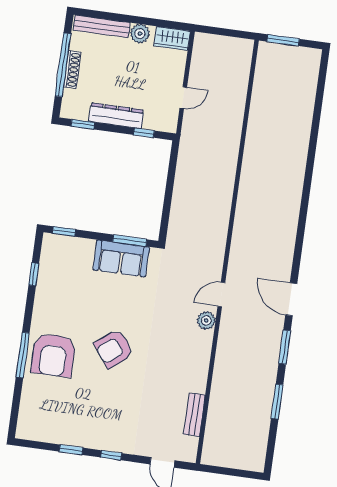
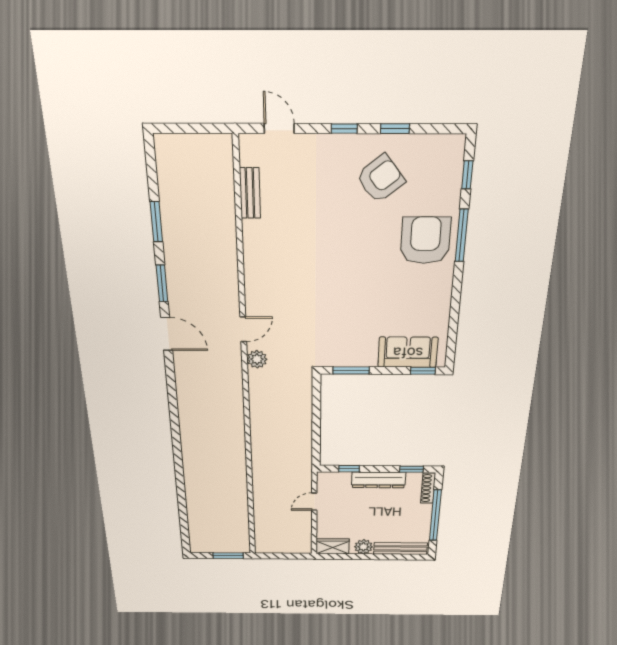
shoe rack: (72, 70) -> (428, 488), moved
sofa: (121, 258) -> (408, 352), moved
window: (34, 274) -> (467, 175), moved
plant: (206, 320) -> (257, 359), moved
armchair: (114, 349) -> (381, 179), moved

